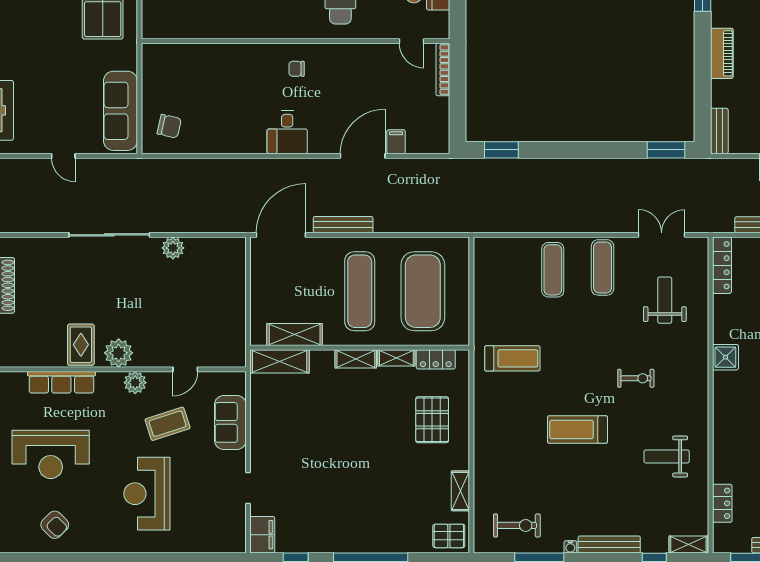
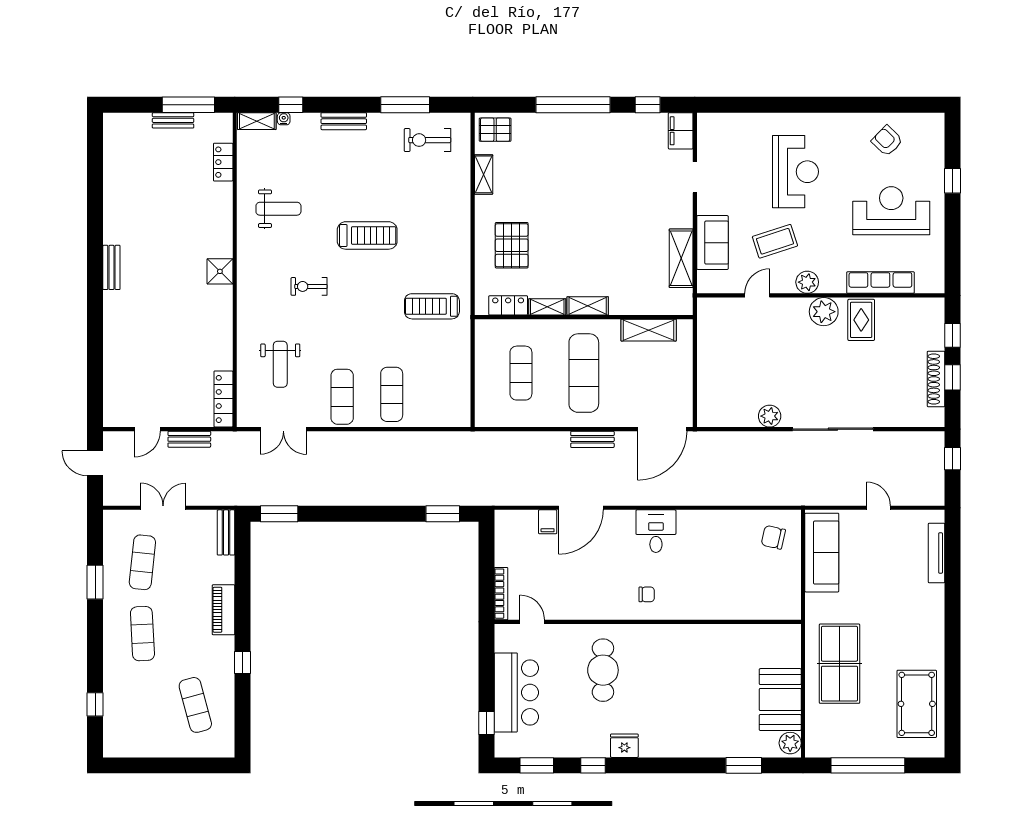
bench: (343, 225) -> (592, 439), width x0.73
exercise mat: (423, 291) -> (521, 373), width x0.50, depth x0.69
shower: (725, 357) -> (220, 271), moved
shelving: (280, 361) -> (681, 258), moved, turned 90
bench: (609, 544) -> (344, 121), width x0.73
water cooler: (570, 547) -> (284, 119), moved

